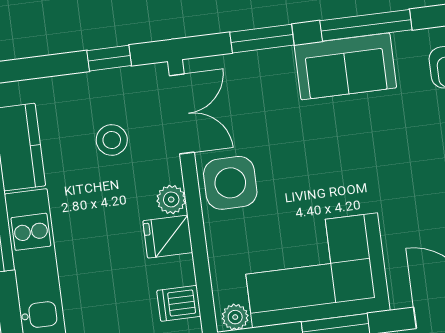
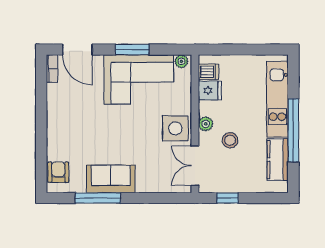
window: (262, 39) -> (150, 198), removed
stool: (112, 140) -> (230, 140), moved
fridge: (168, 237) -> (210, 91), moved

